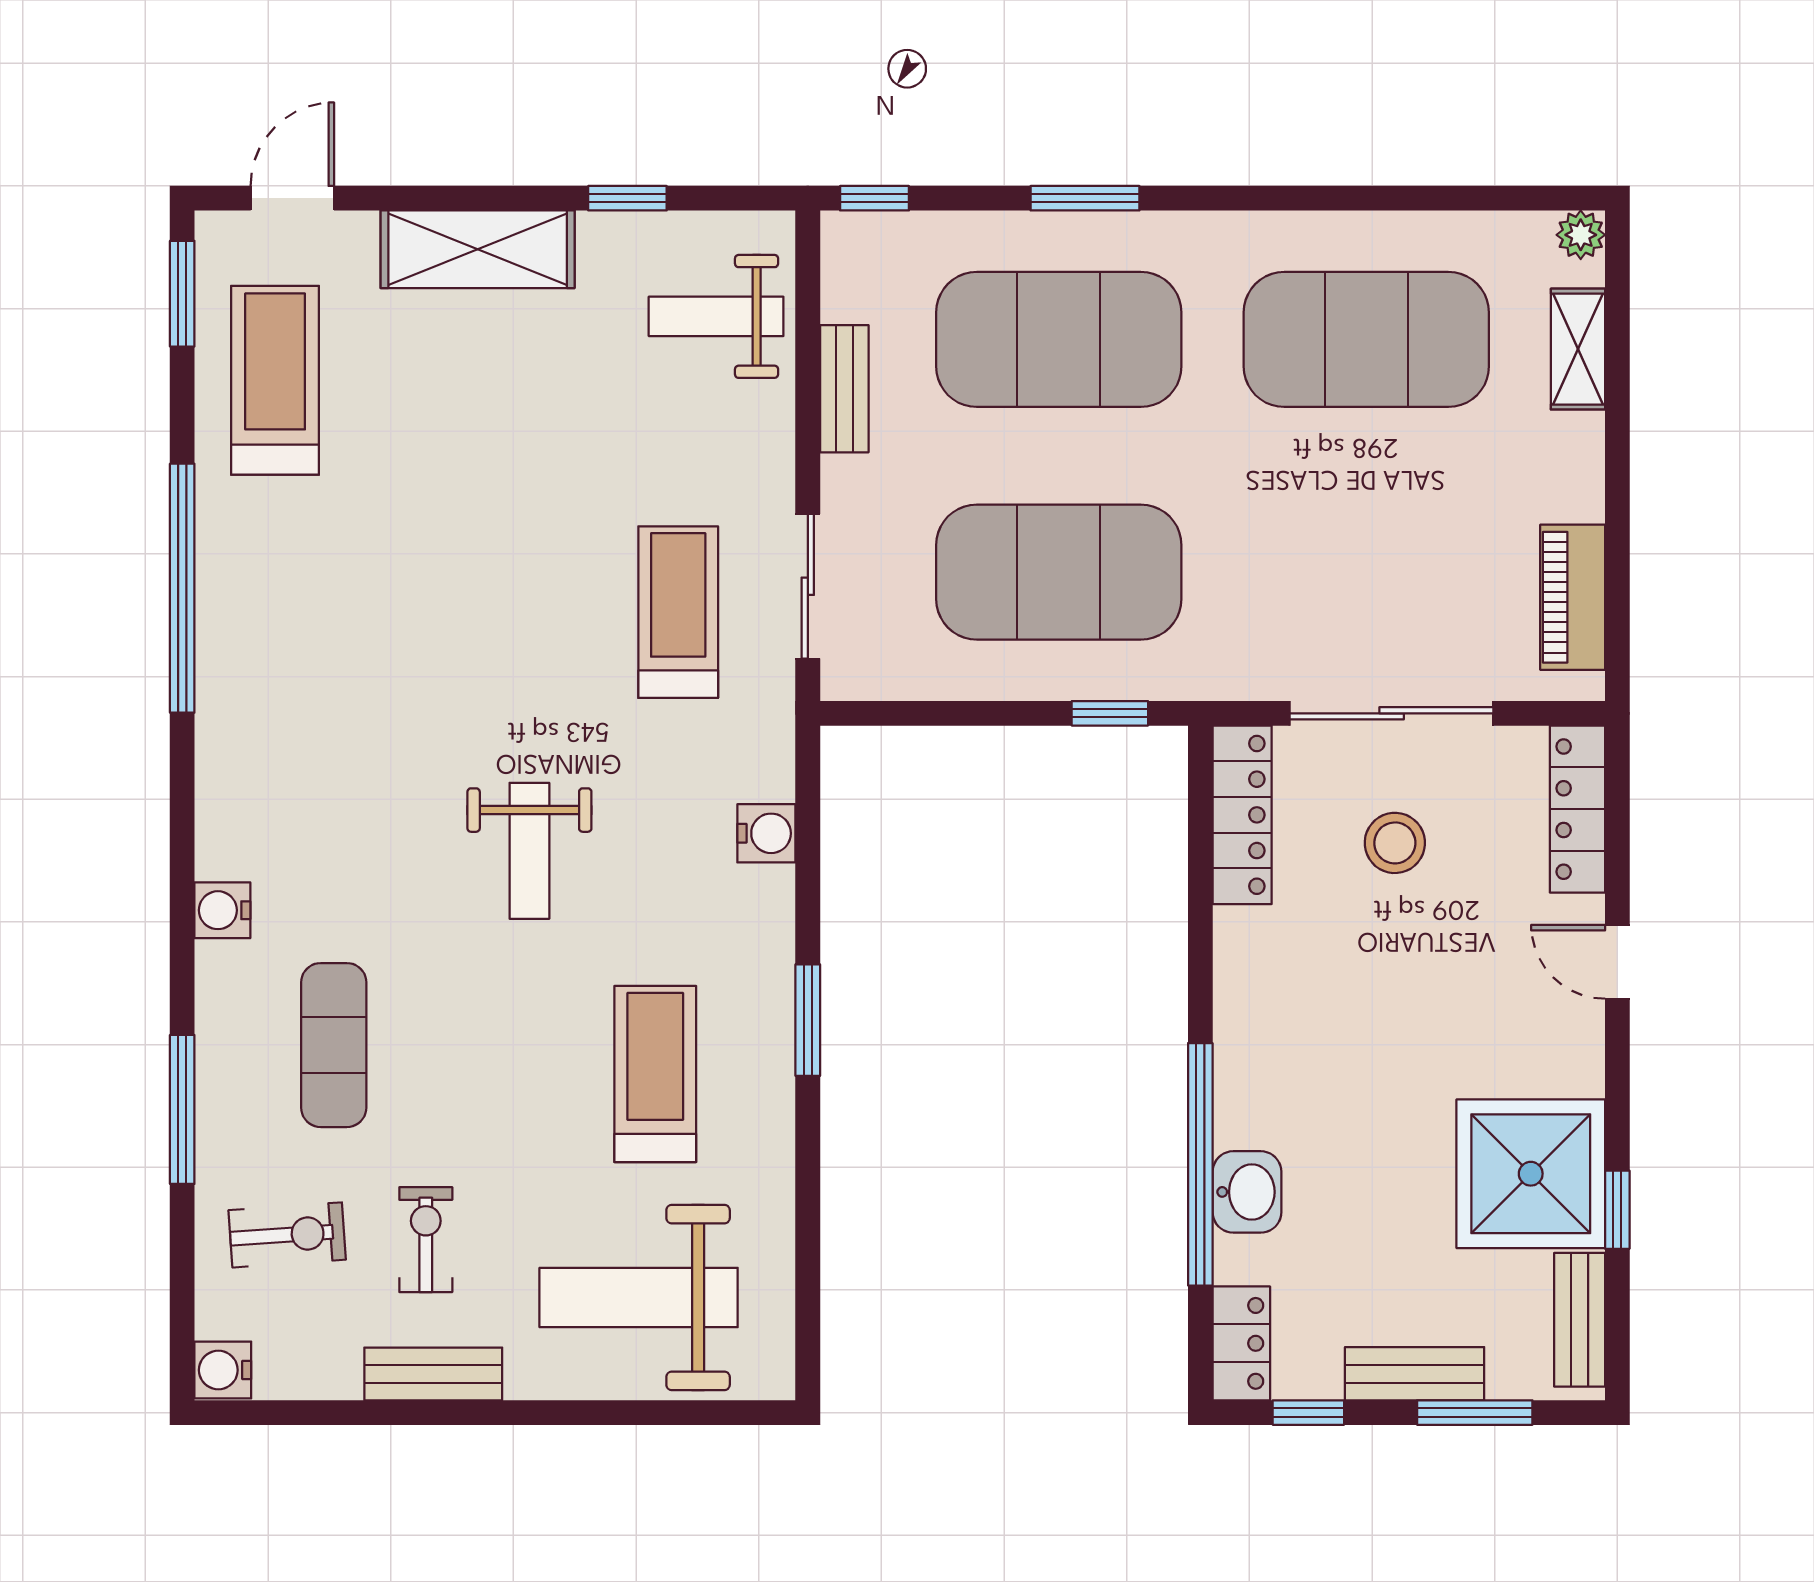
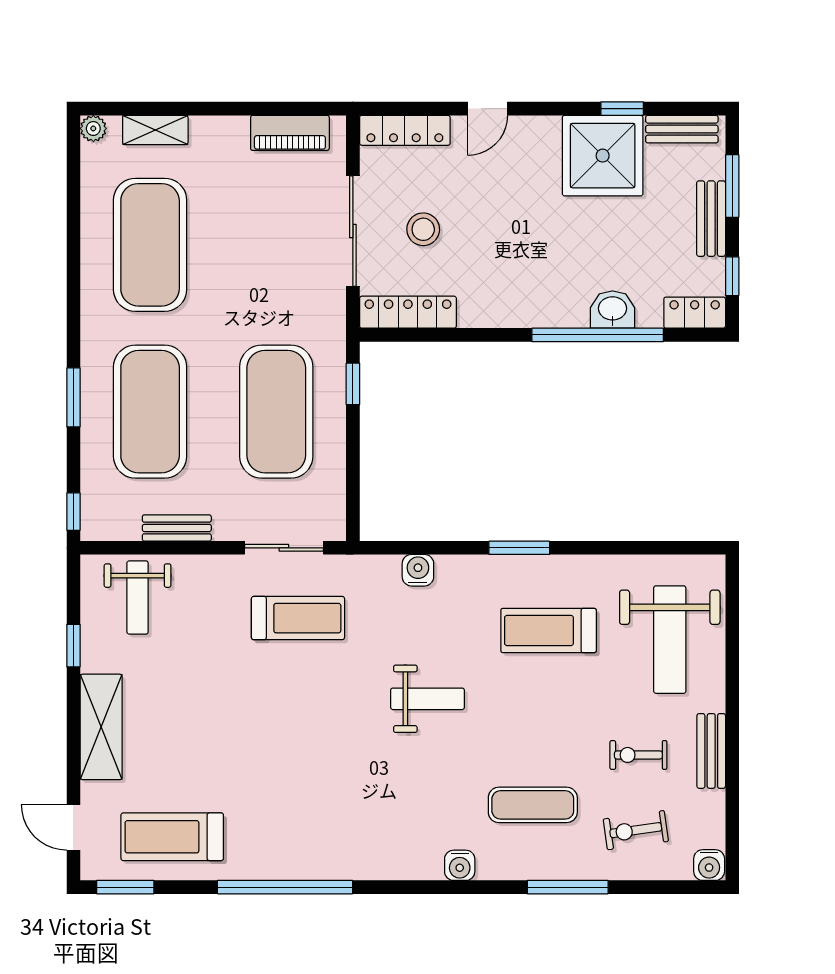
treadmill: (678, 612) -> (298, 618), turned 180
exercise bike: (287, 1235) -> (636, 830), turned -94

